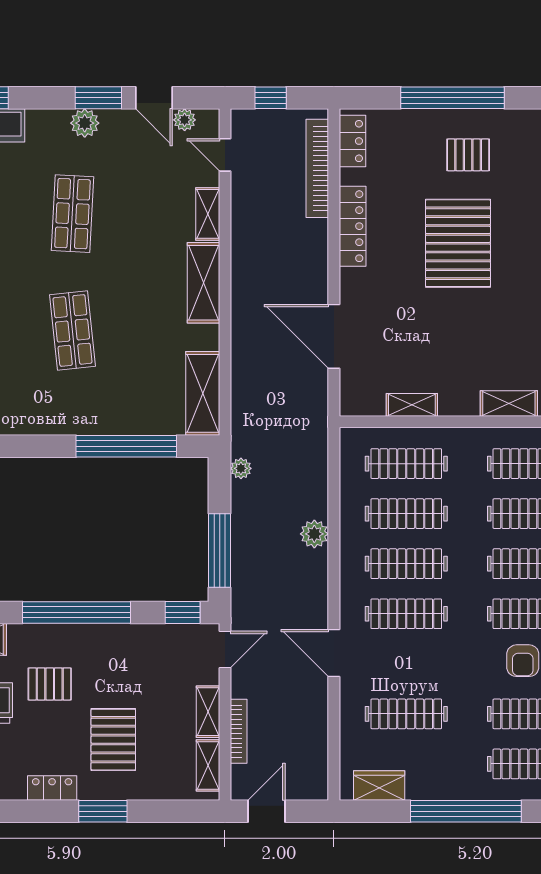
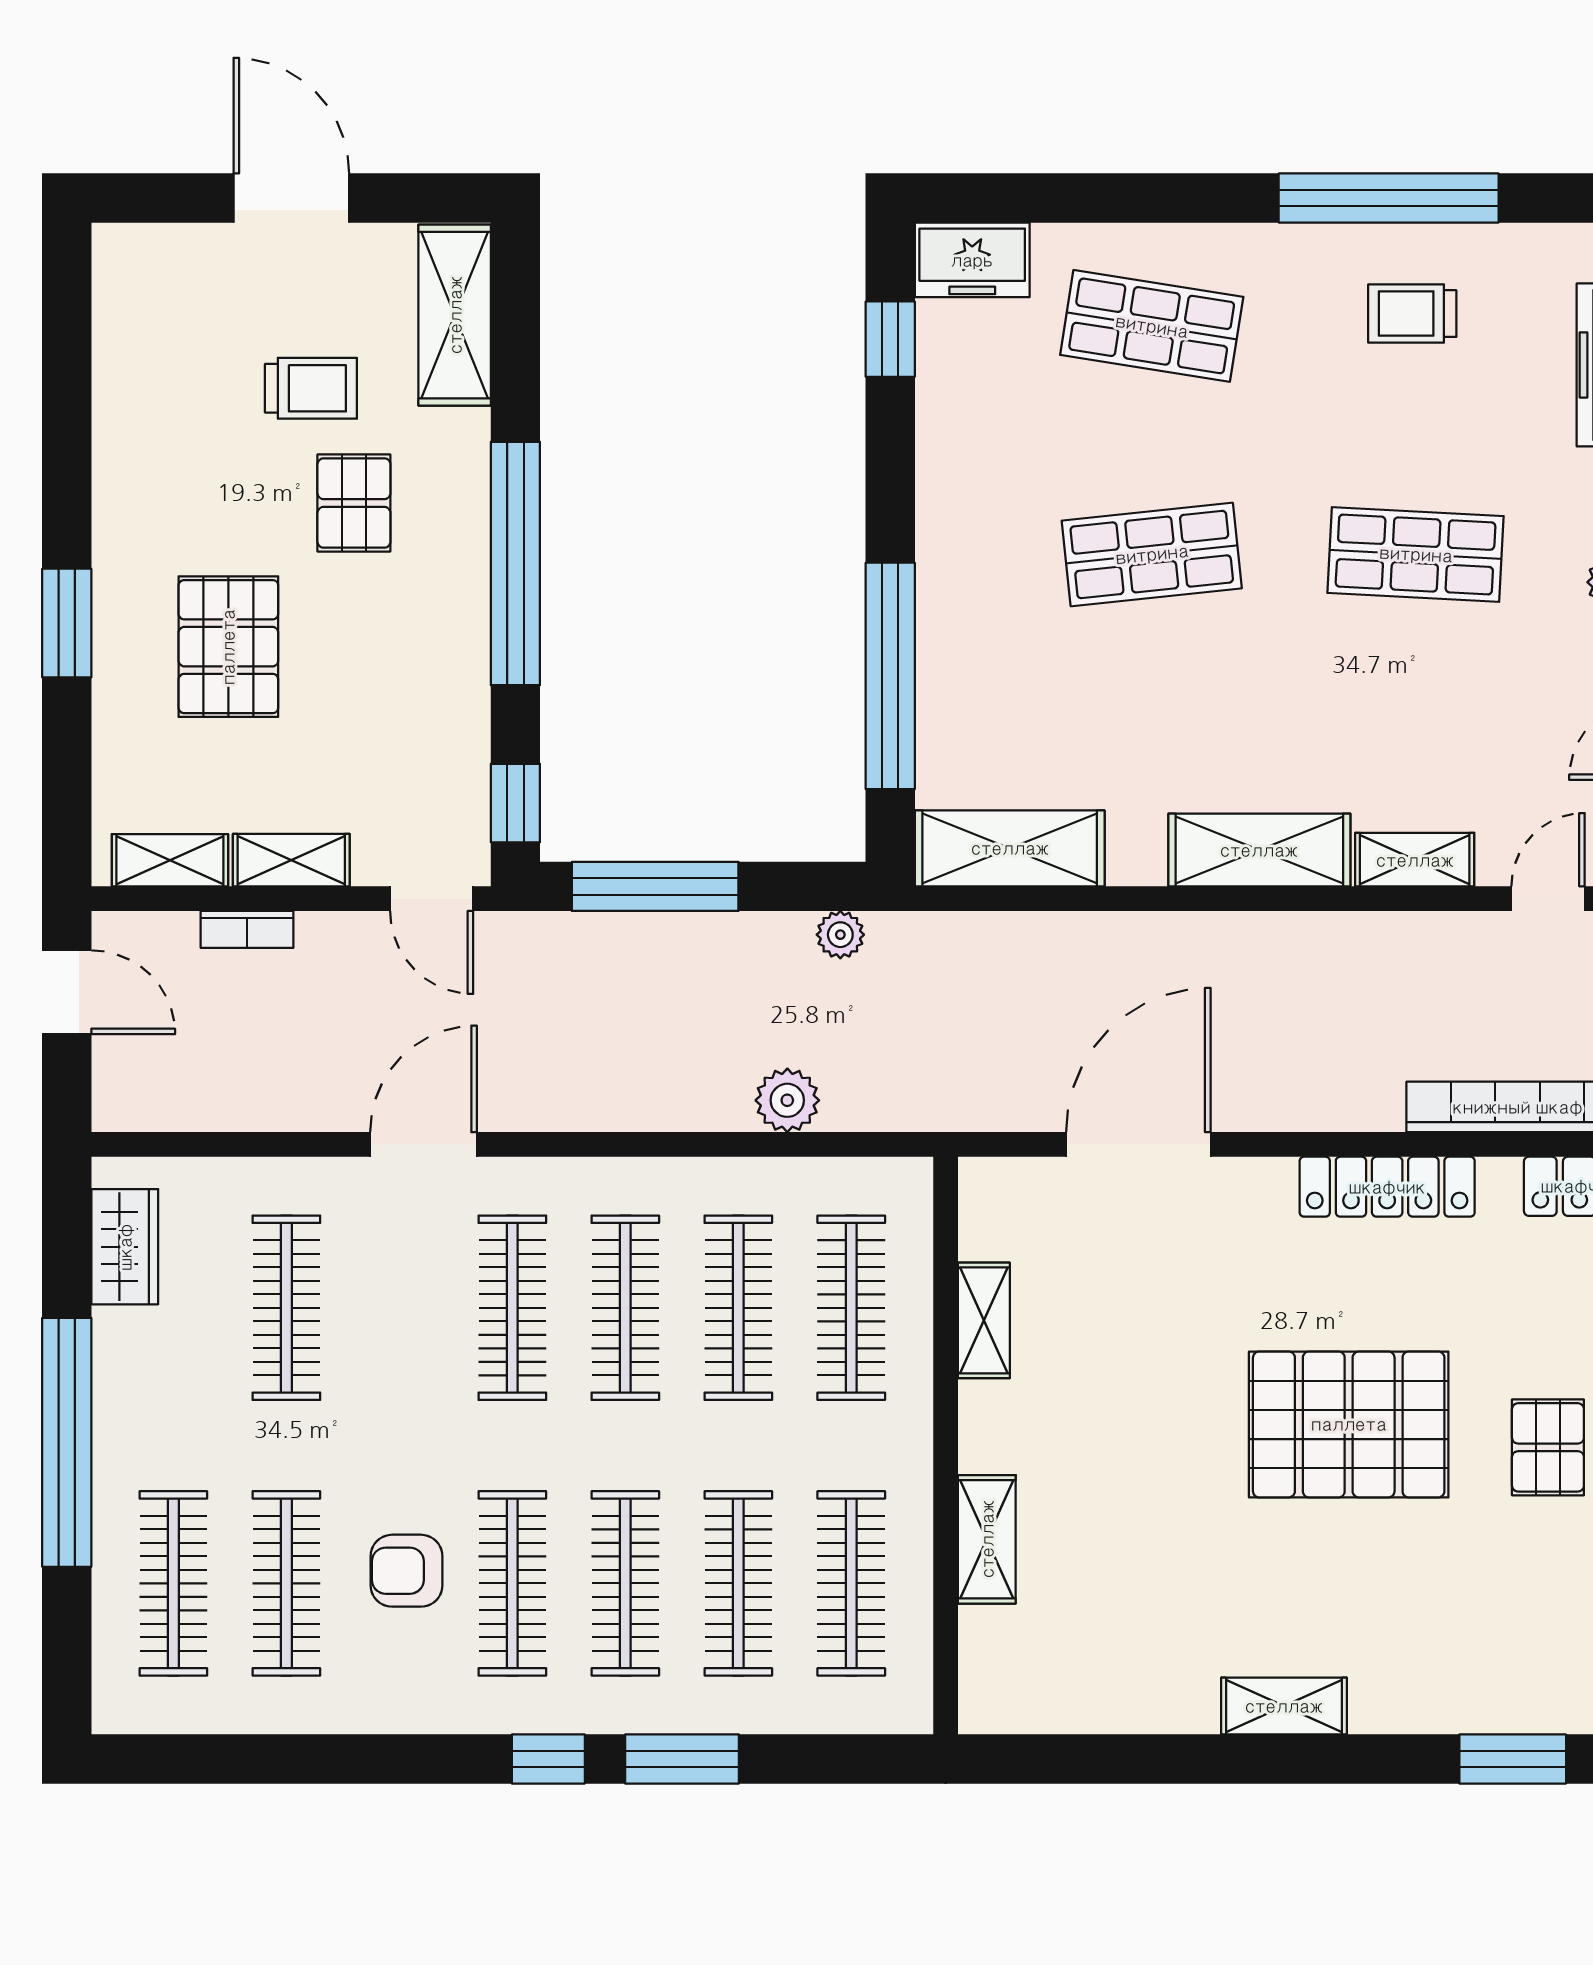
plant: (314, 534) -> (787, 1100), moved
bookcase: (239, 731) -> (247, 929), width x0.64
pallet: (113, 740) -> (228, 647), turned 90
locker: (52, 788) -> (119, 508), removed

